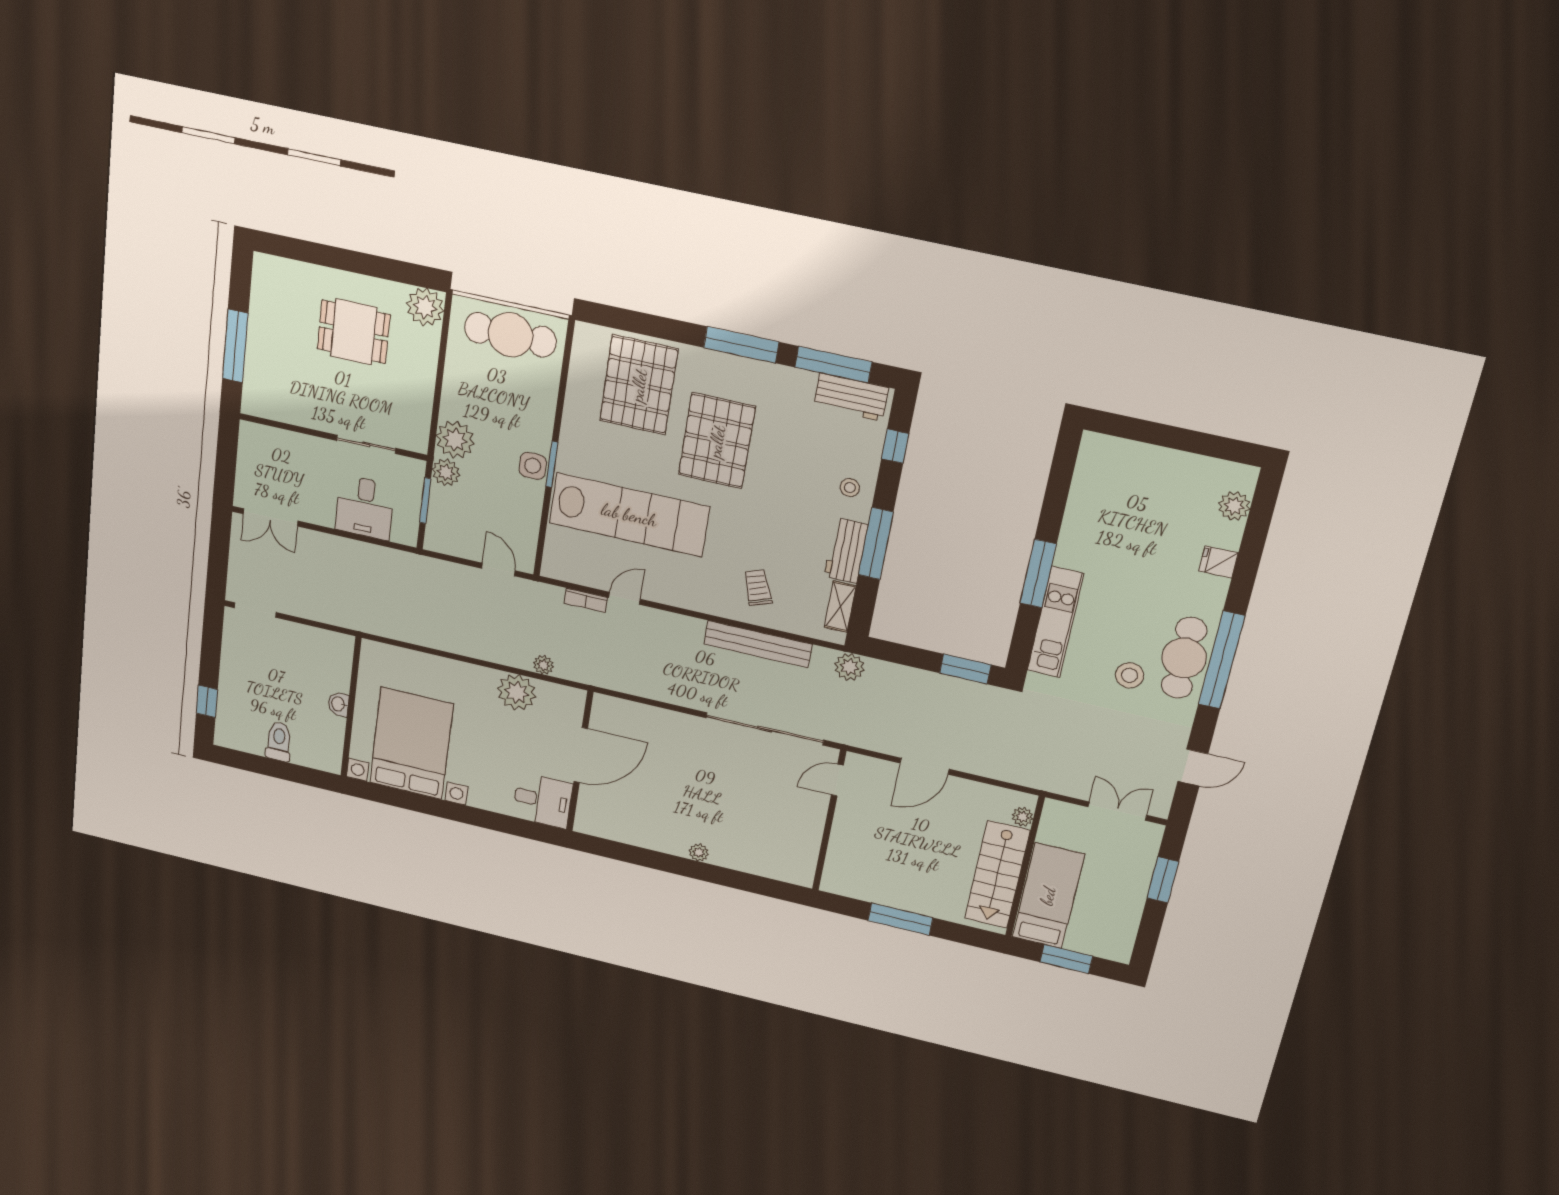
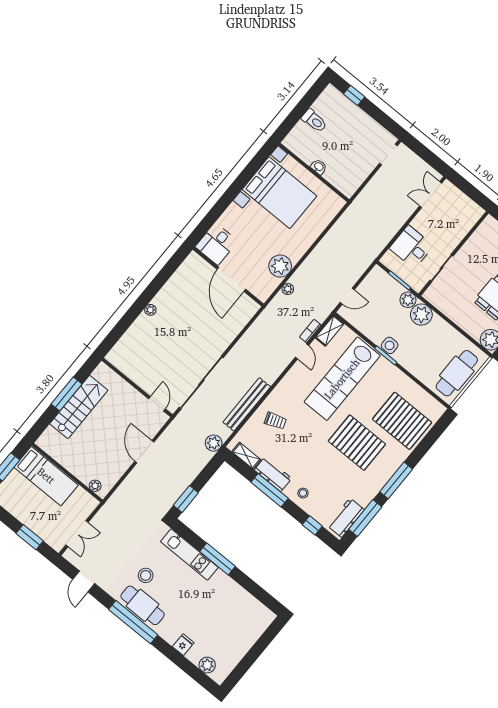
shelving: (567, 571) -> (330, 331), added
stairs: (997, 875) -> (79, 407), moved, turned 90

